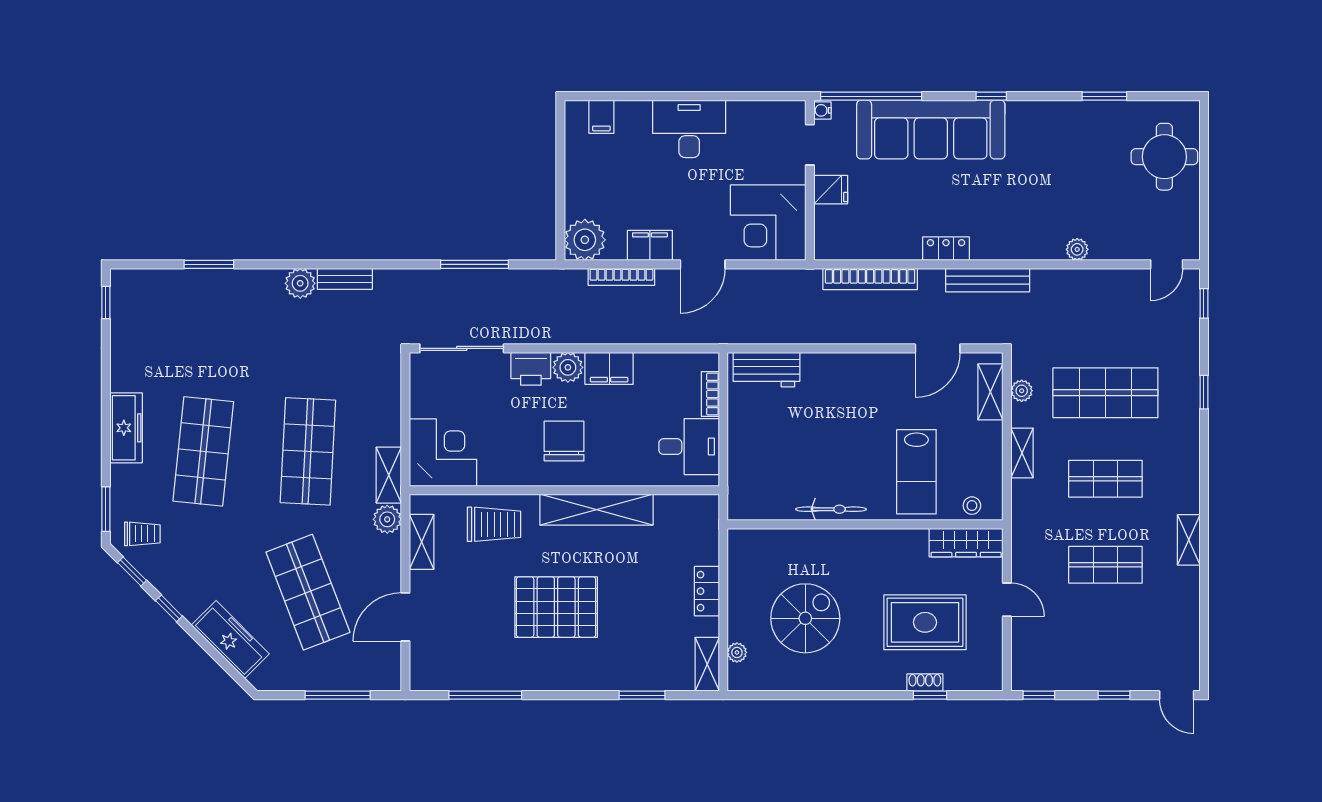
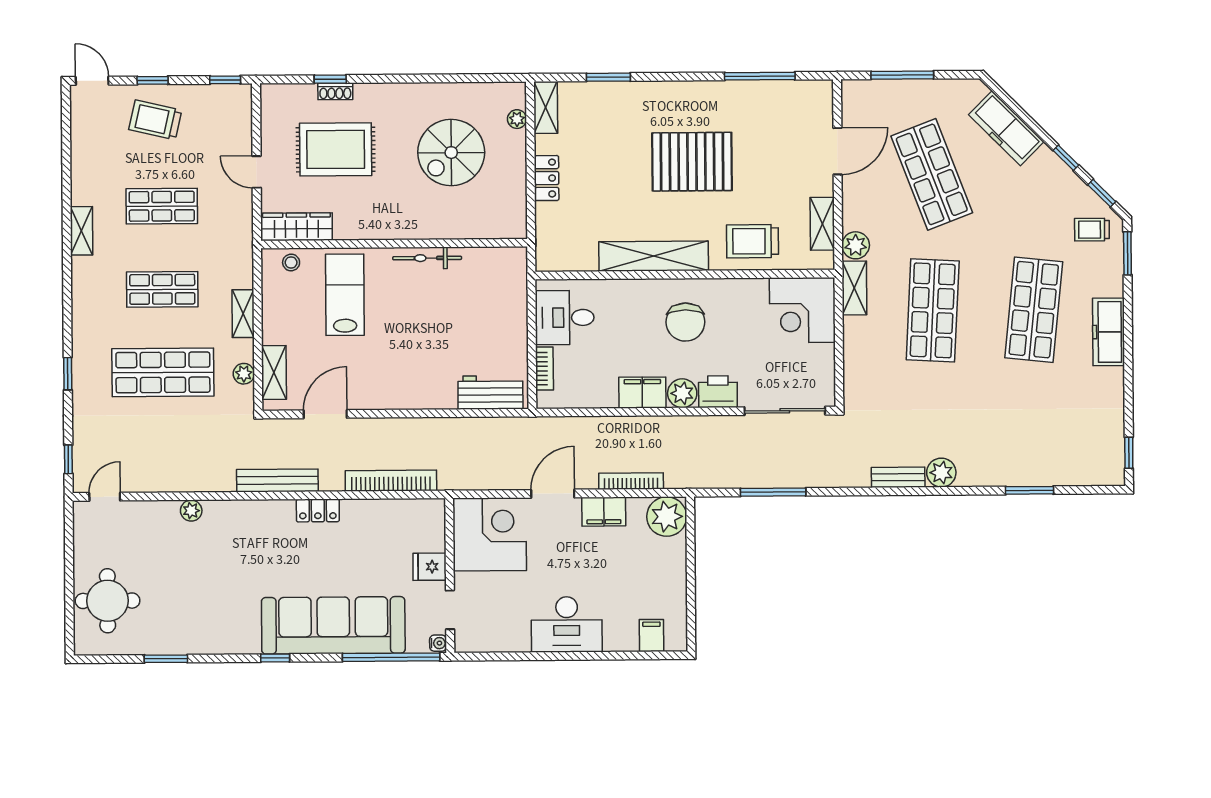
trolley: (1111, 654) -> (155, 120), added

